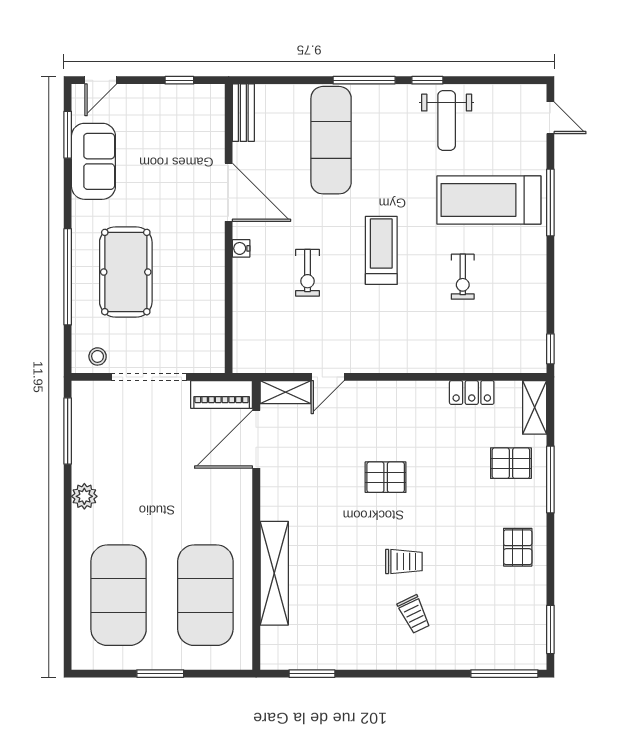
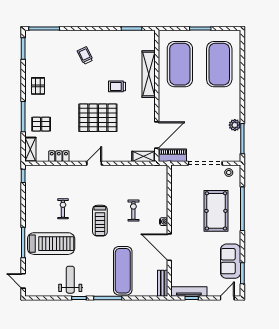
tv unit: (185, 95) -> (189, 291), added
door: (328, 377) -> (94, 163), moved
pallet: (386, 477) -> (98, 118), width x2.05, depth x2.00
plant: (84, 496) -> (235, 125), moved
trolley: (404, 561) -> (117, 86), moved

